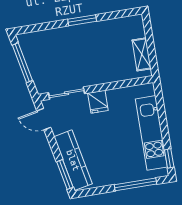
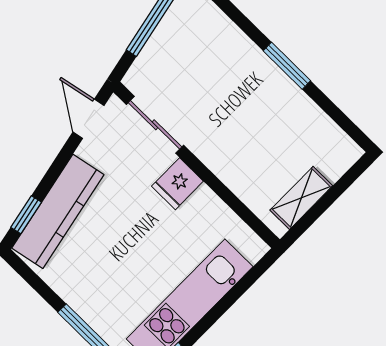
window: (65, 174) -> (26, 215), width x0.67

